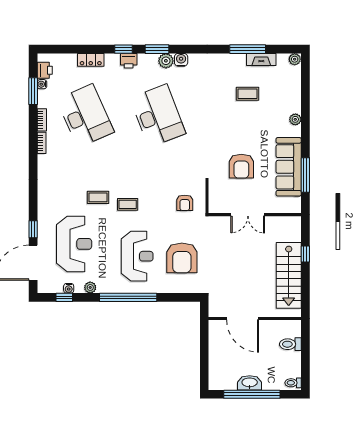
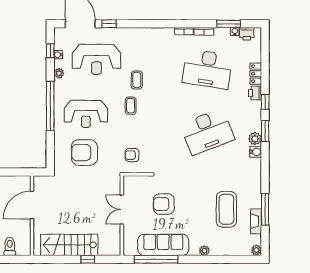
printer: (129, 61) -> (255, 93), moved
coffee table: (247, 94) -> (226, 209), width x1.86, depth x1.72
desk: (85, 116) -> (207, 69), turned 33
window: (305, 175) -> (156, 259), width x1.46

